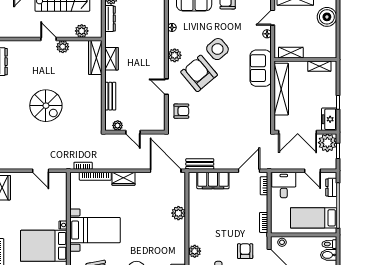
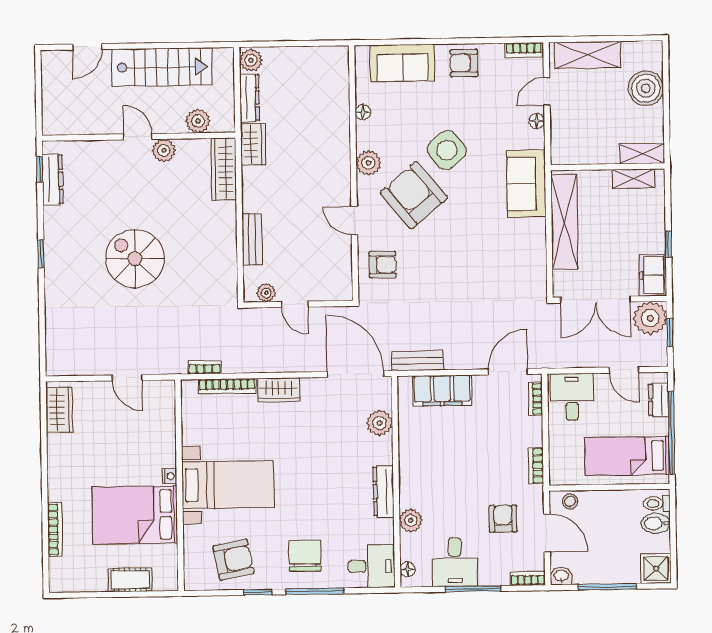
shelving: (291, 53) -> (642, 154), moved
wardrobe: (112, 59) -> (253, 144), moved
spiral stairs: (46, 106) -> (135, 259), turned 180
plant: (178, 213) -> (380, 423), moved
dresser: (180, 235) -> (383, 491), added

